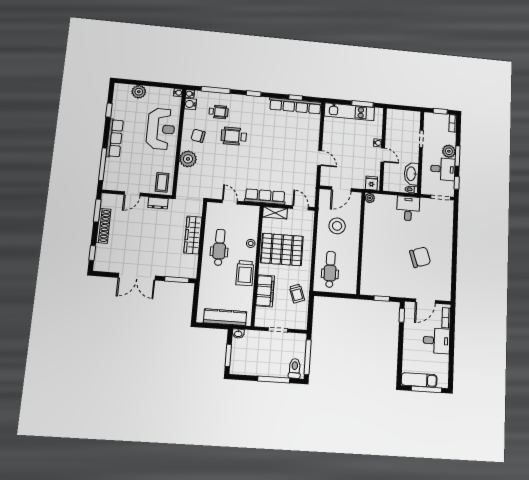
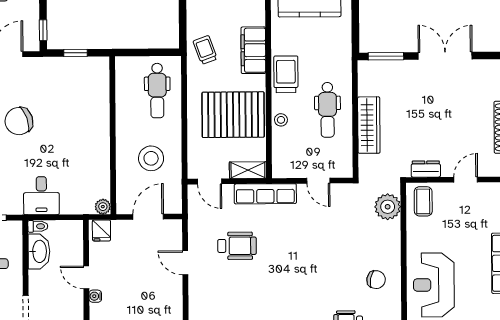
wheelchair: (234, 136) -> (237, 246), moved
plant: (188, 159) -> (388, 207), moved

